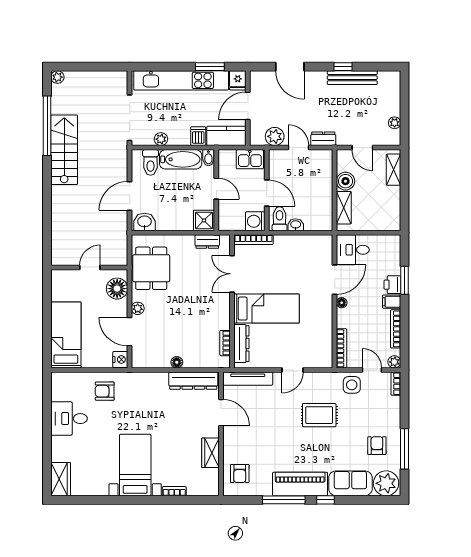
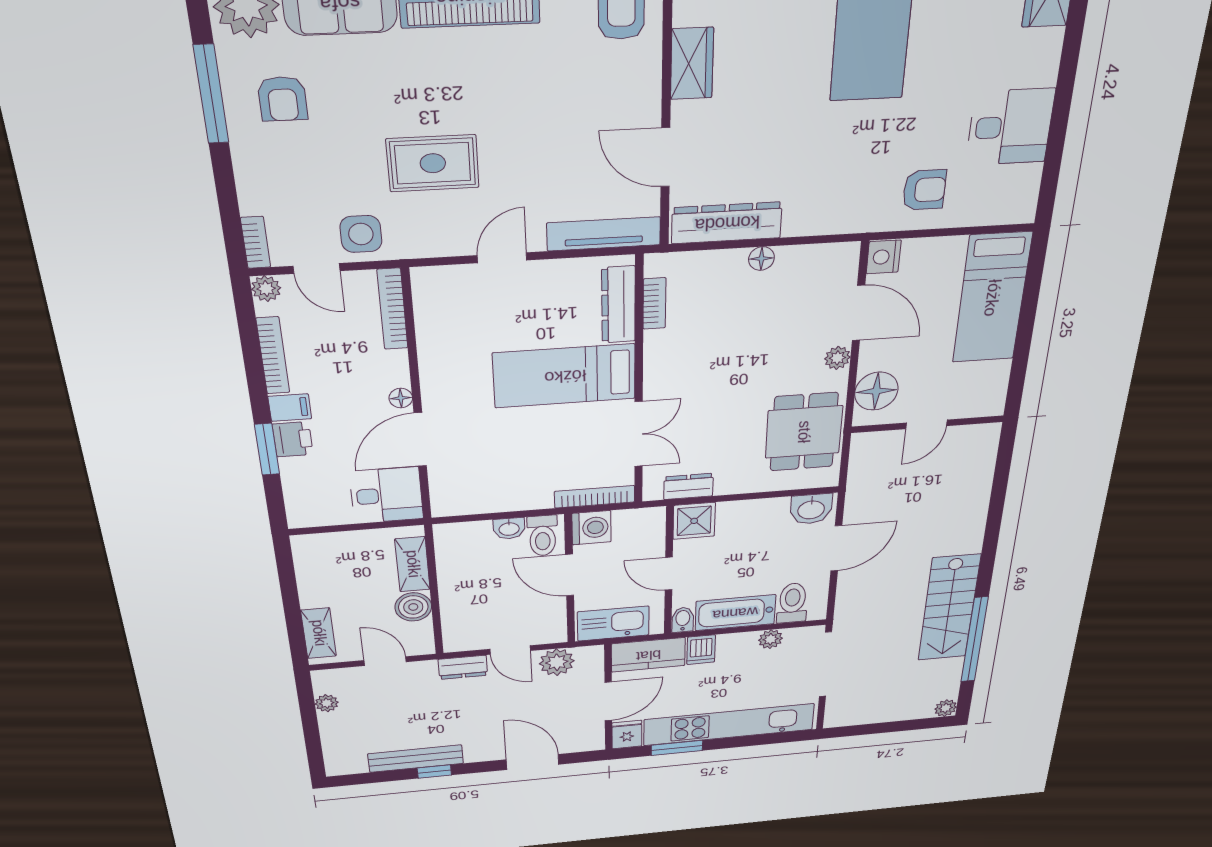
kitchen sink: (250, 159) -> (613, 623), width x1.38

